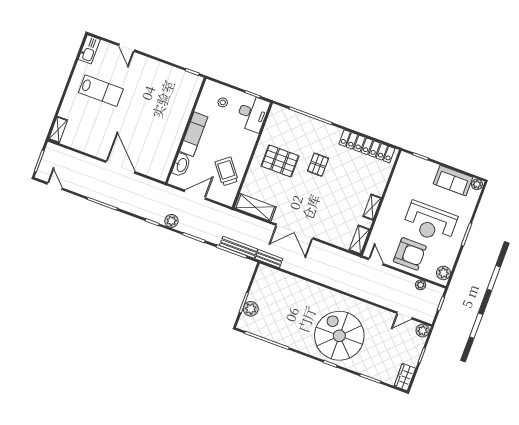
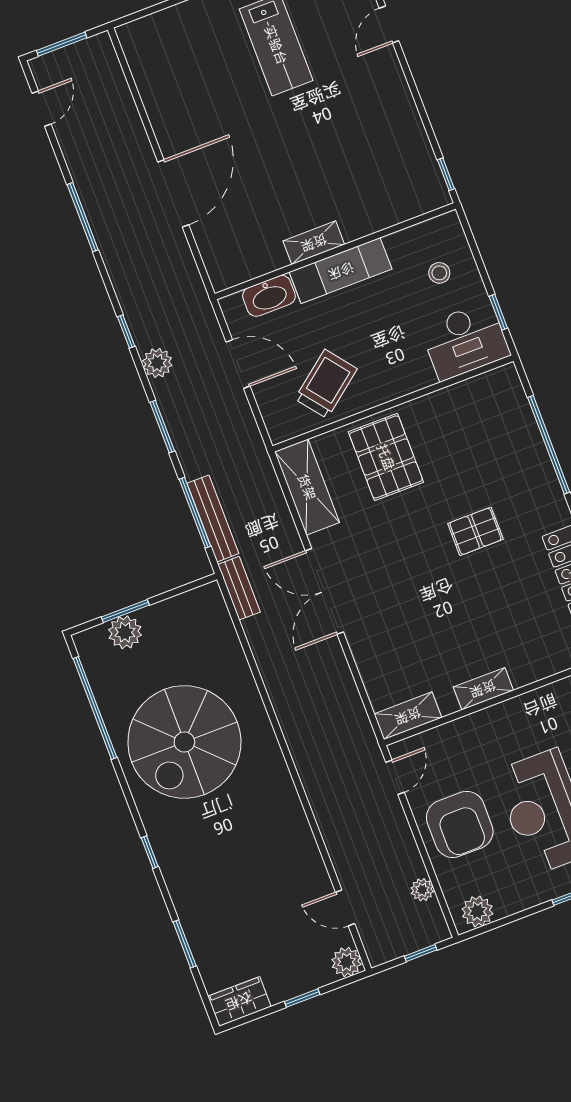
shelving: (58, 130) -> (314, 243), moved
pallet: (280, 161) -> (386, 457), moved
spiral stairs: (339, 336) -> (184, 742), moved, turned 180

